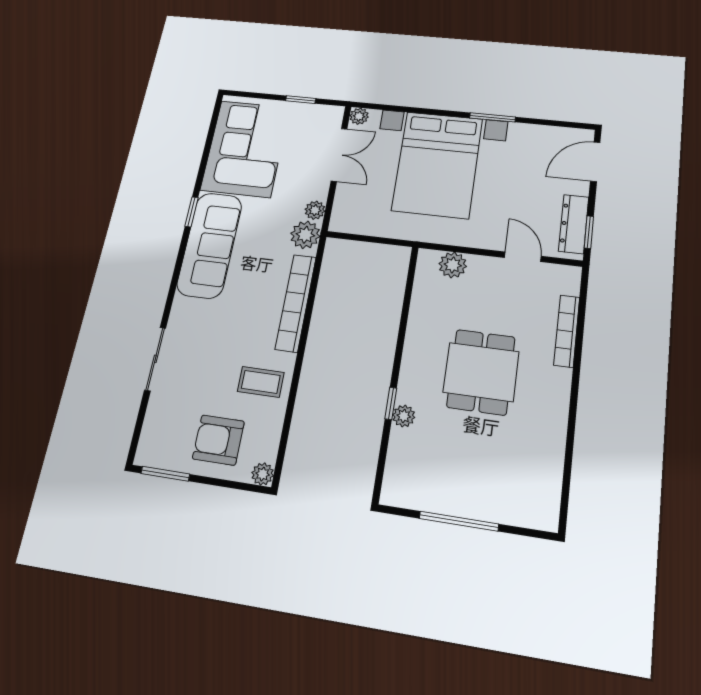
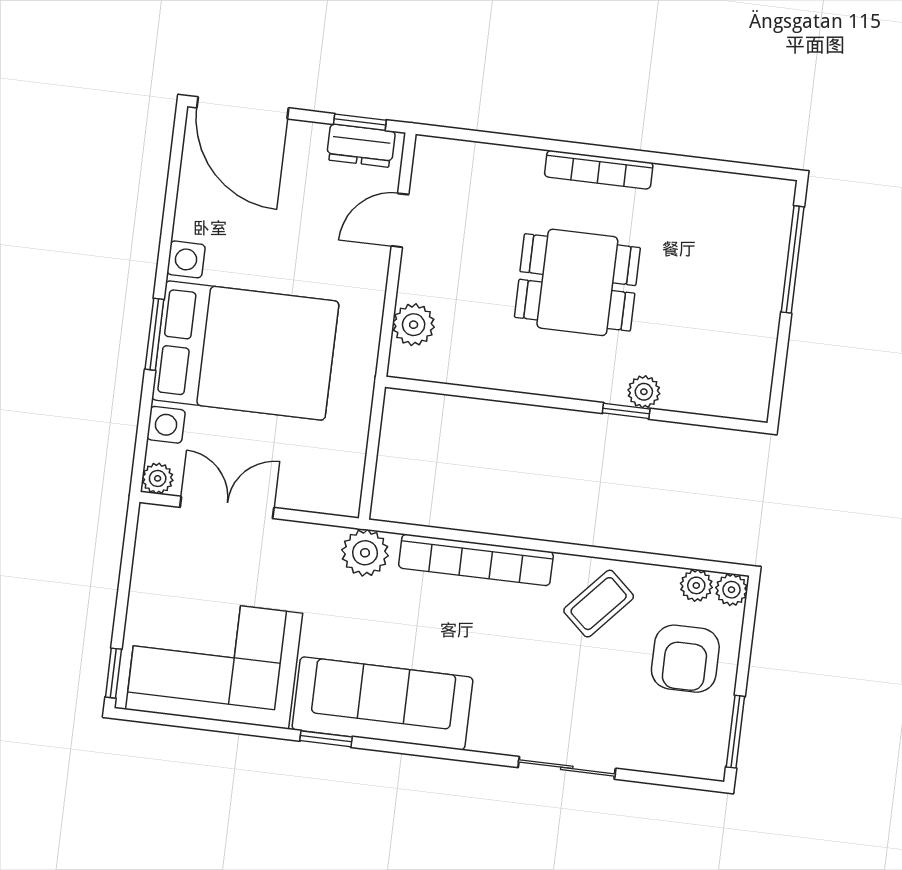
window: (301, 100) -> (113, 673), moved
window: (493, 117) -> (154, 334), moved
door: (595, 162) -> (243, 108), width x1.36
plant: (315, 210) -> (696, 585), moved
dresser: (574, 224) -> (361, 146), width x0.70
bookcase: (567, 331) -> (599, 170), moved
coffee table: (261, 382) -> (599, 604), turned 42
window: (459, 521) -> (793, 259), moved

